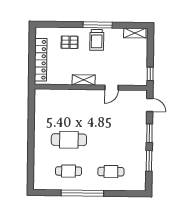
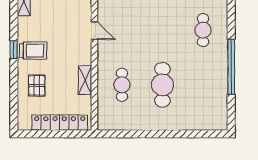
window: (98, 25) -> (14, 50), width x0.46
shelving: (84, 80) -> (85, 80), moved
cafe table: (69, 171) -> (122, 85), moved

